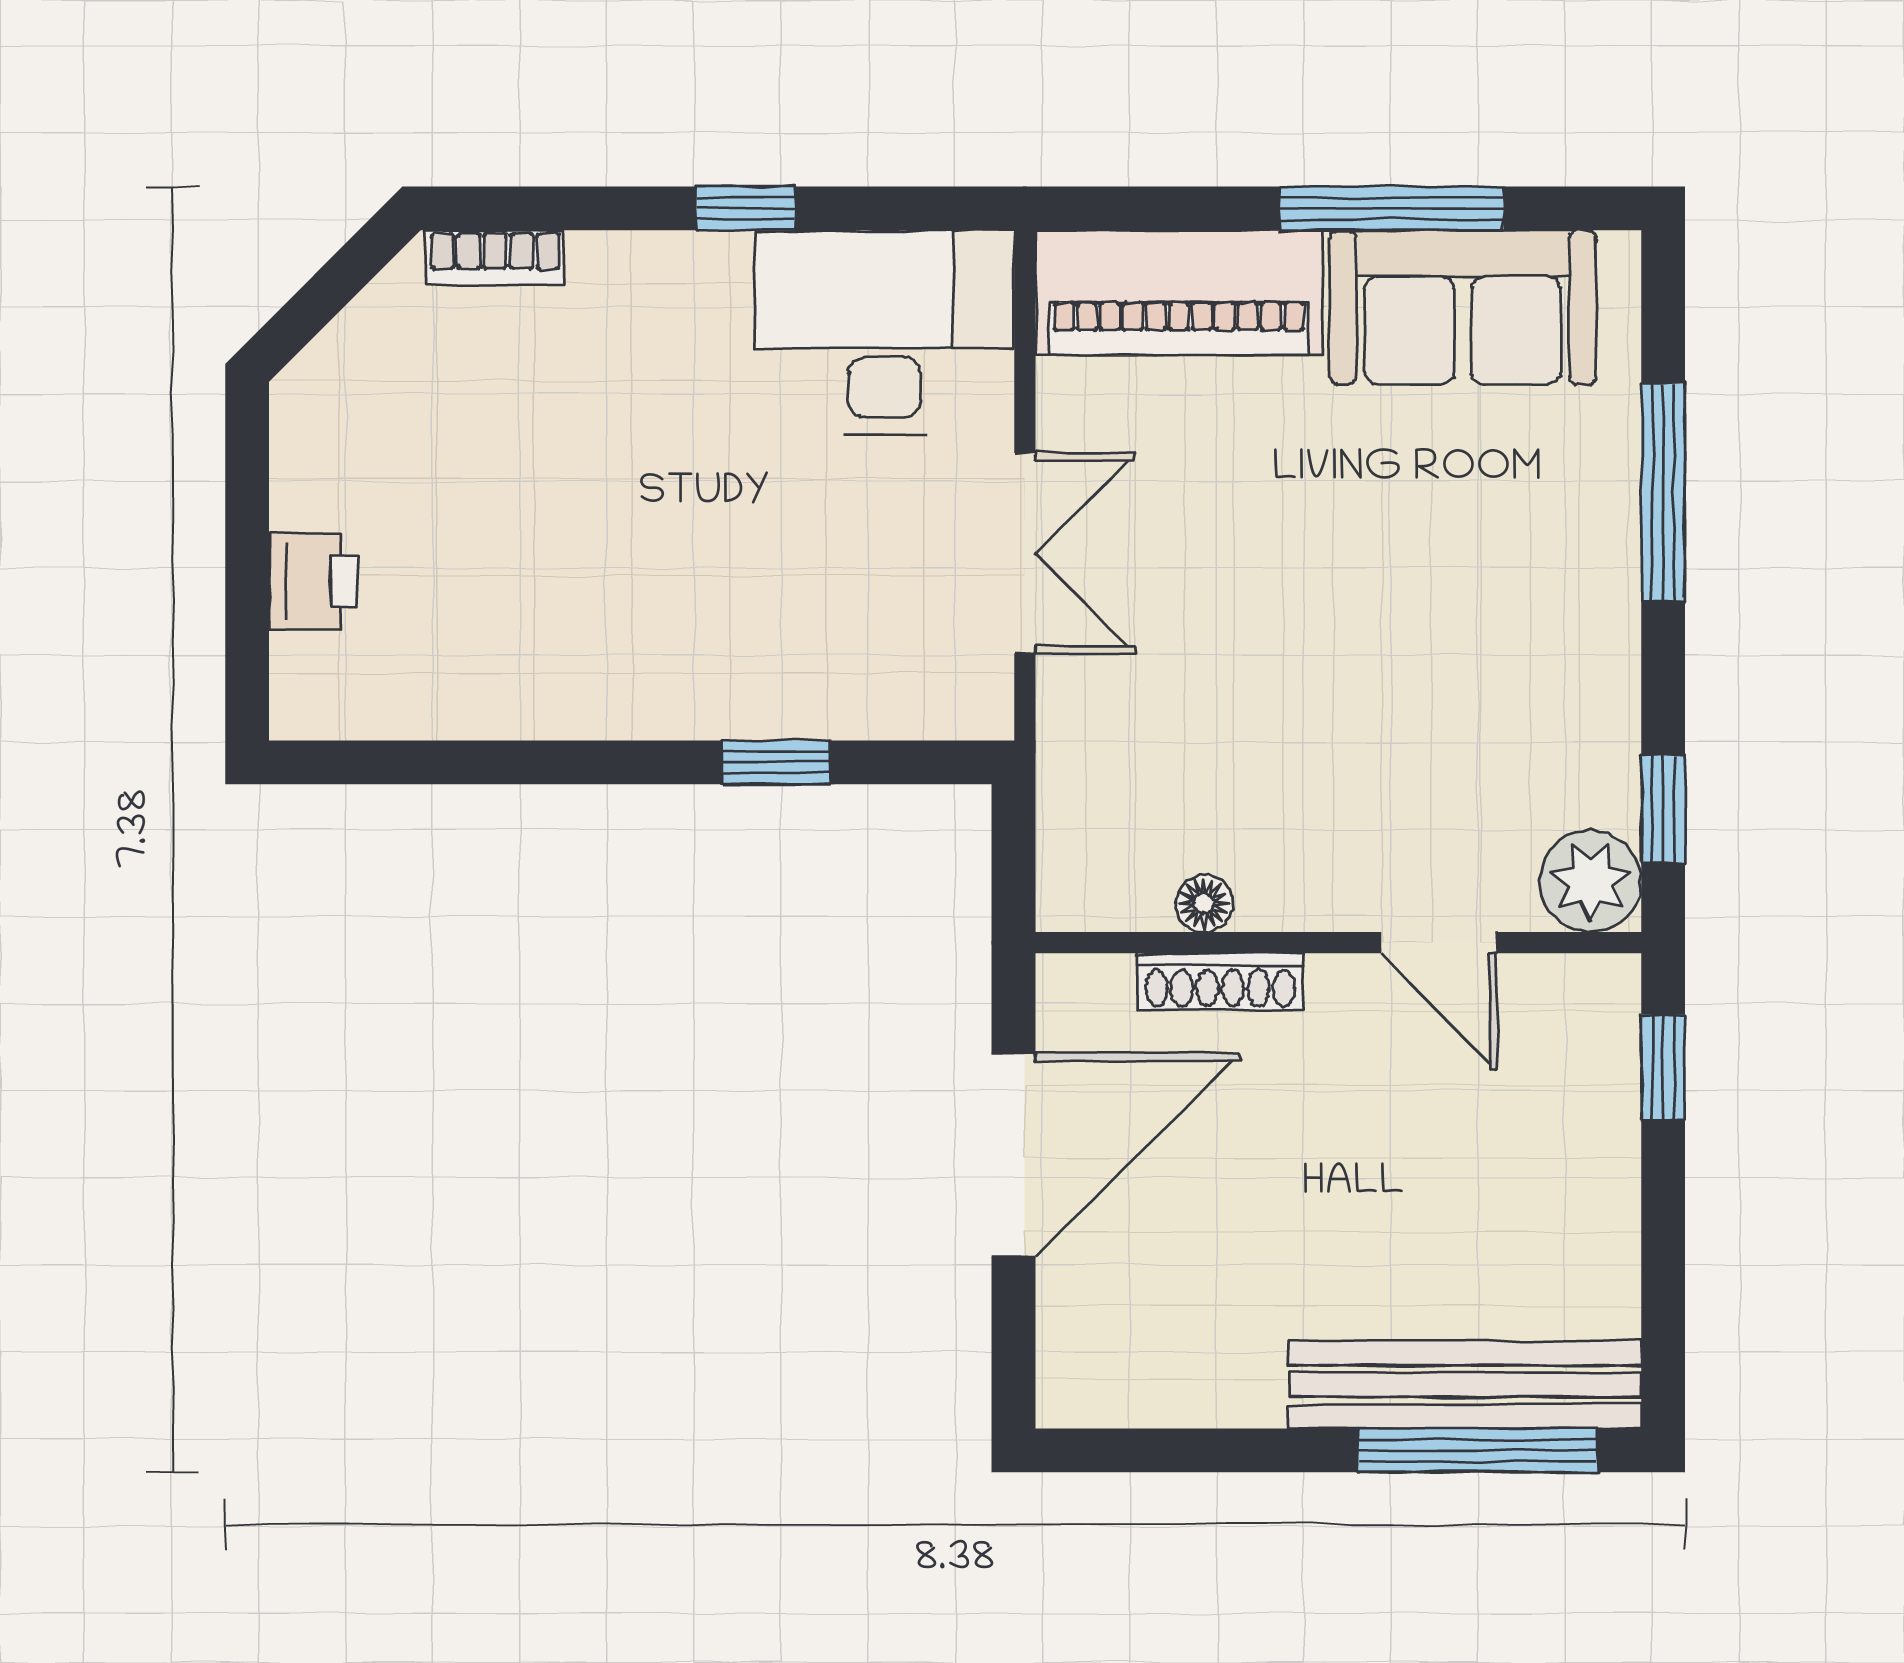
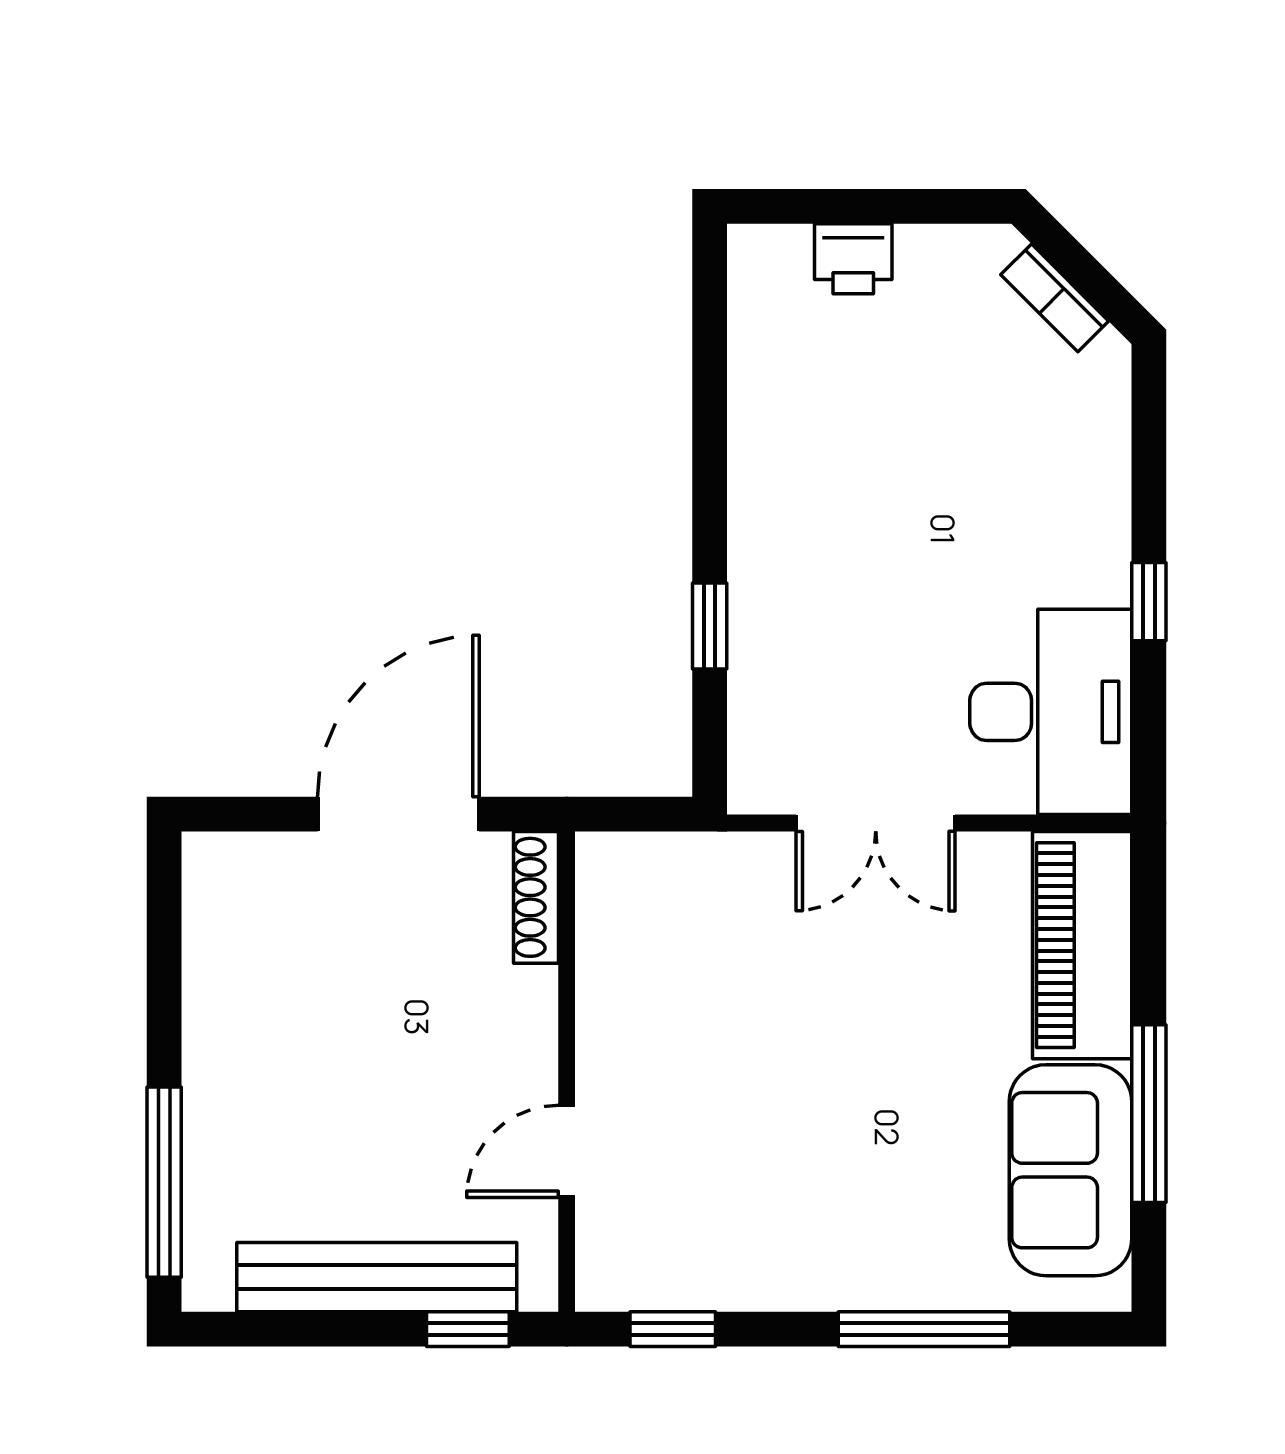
bookcase: (495, 258) -> (1055, 298), moved, turned -45
plant: (1590, 881) -> (615, 1271), removed
floor lamp: (1204, 903) -> (598, 965), removed
shoe rack: (1220, 981) -> (536, 897), moved
door: (1013, 1155) -> (398, 814), swing flipped
bench: (1465, 1385) -> (377, 1277), moved, turned 90

